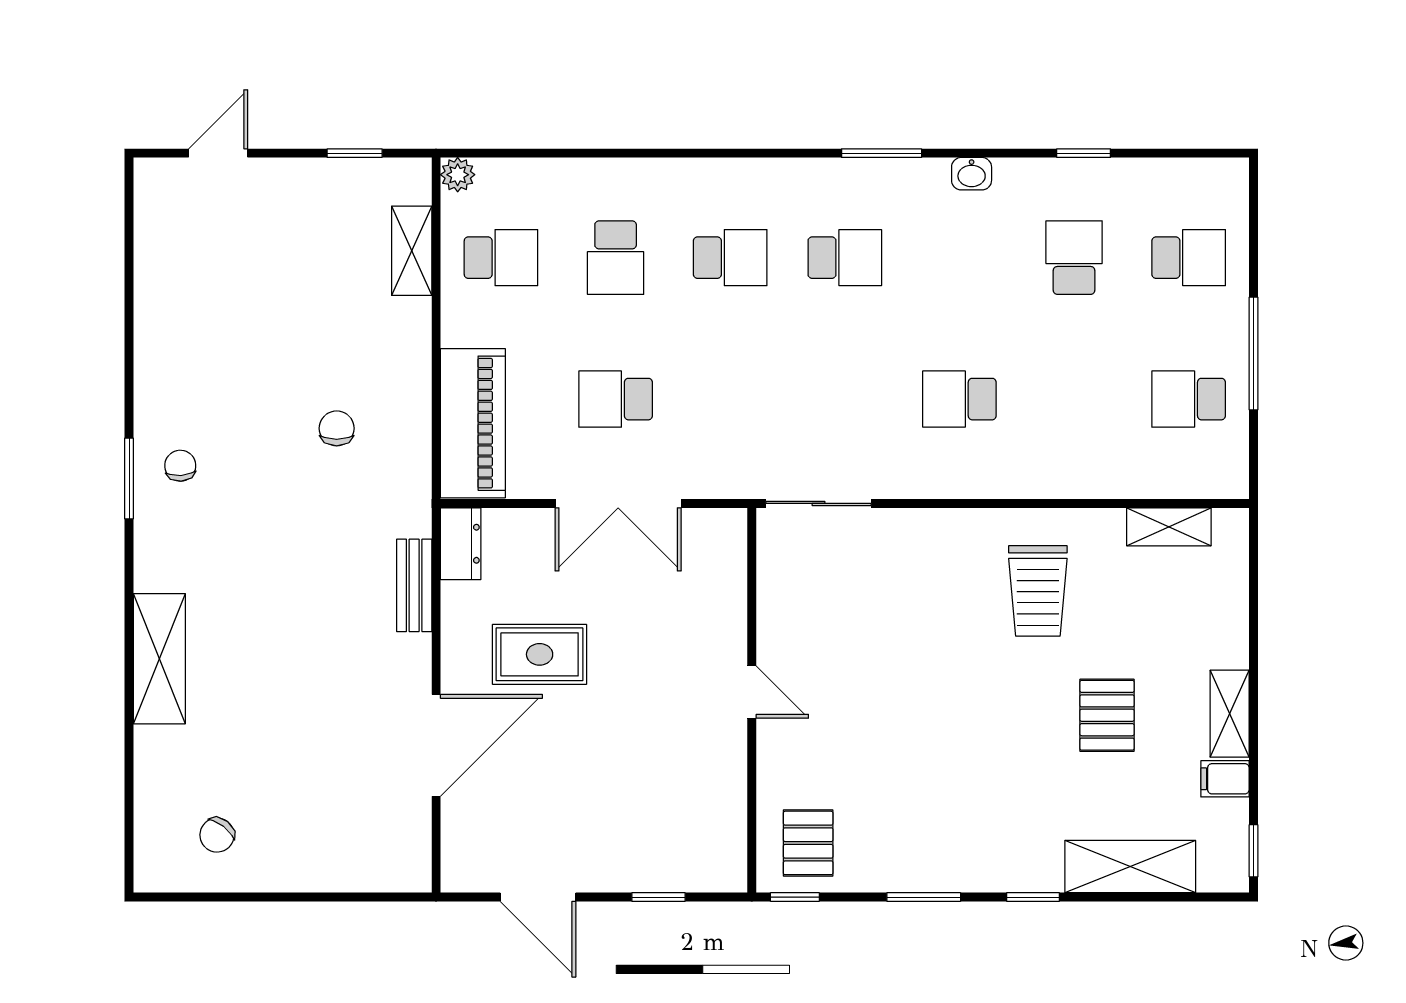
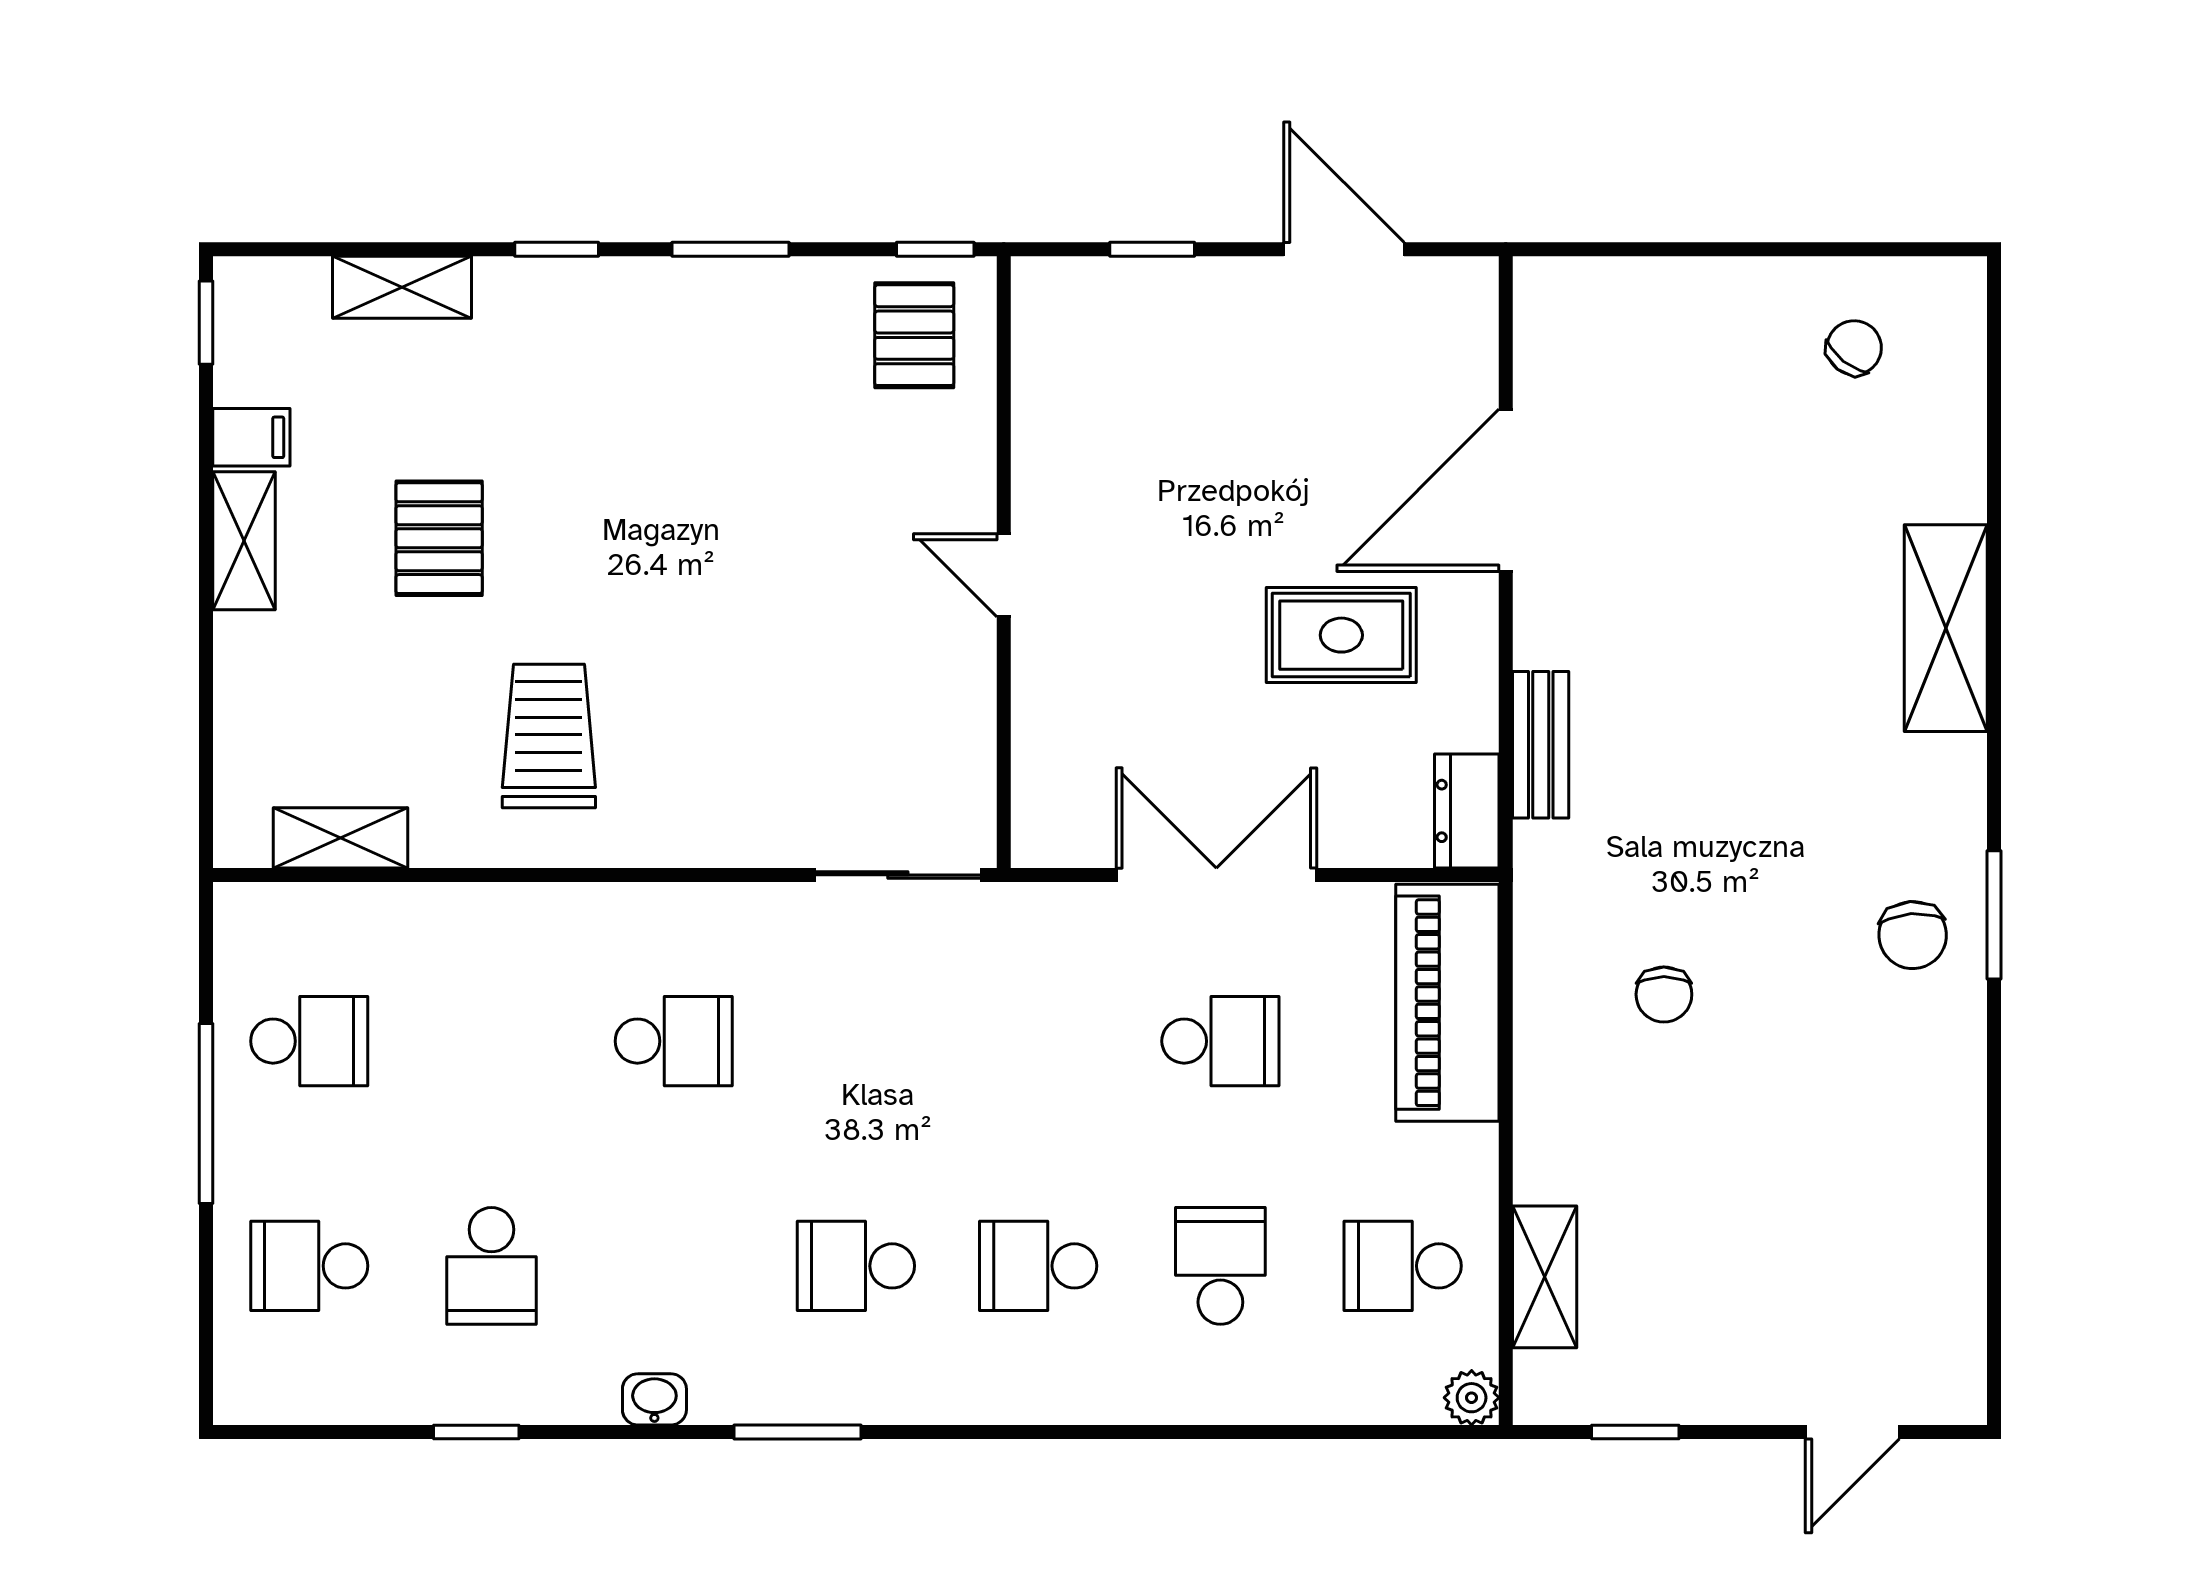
chair: (180, 466) -> (1913, 935), width x1.37, depth x1.37
shelving: (1130, 867) -> (402, 287), width x0.67, depth x0.75

